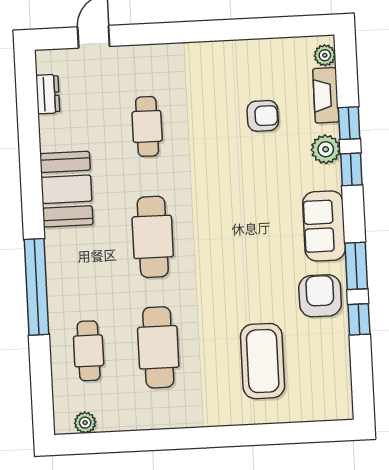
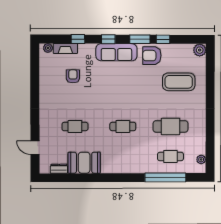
plant: (326, 149) -> (200, 50), moved
window: (351, 169) -> (108, 39), moved
booth: (66, 189) -> (84, 163), moved
sofa: (324, 226) -> (116, 52), width x1.36
cafe table: (153, 237) -> (123, 127), width x0.73, depth x0.74
window: (37, 287) -> (165, 177), moved

